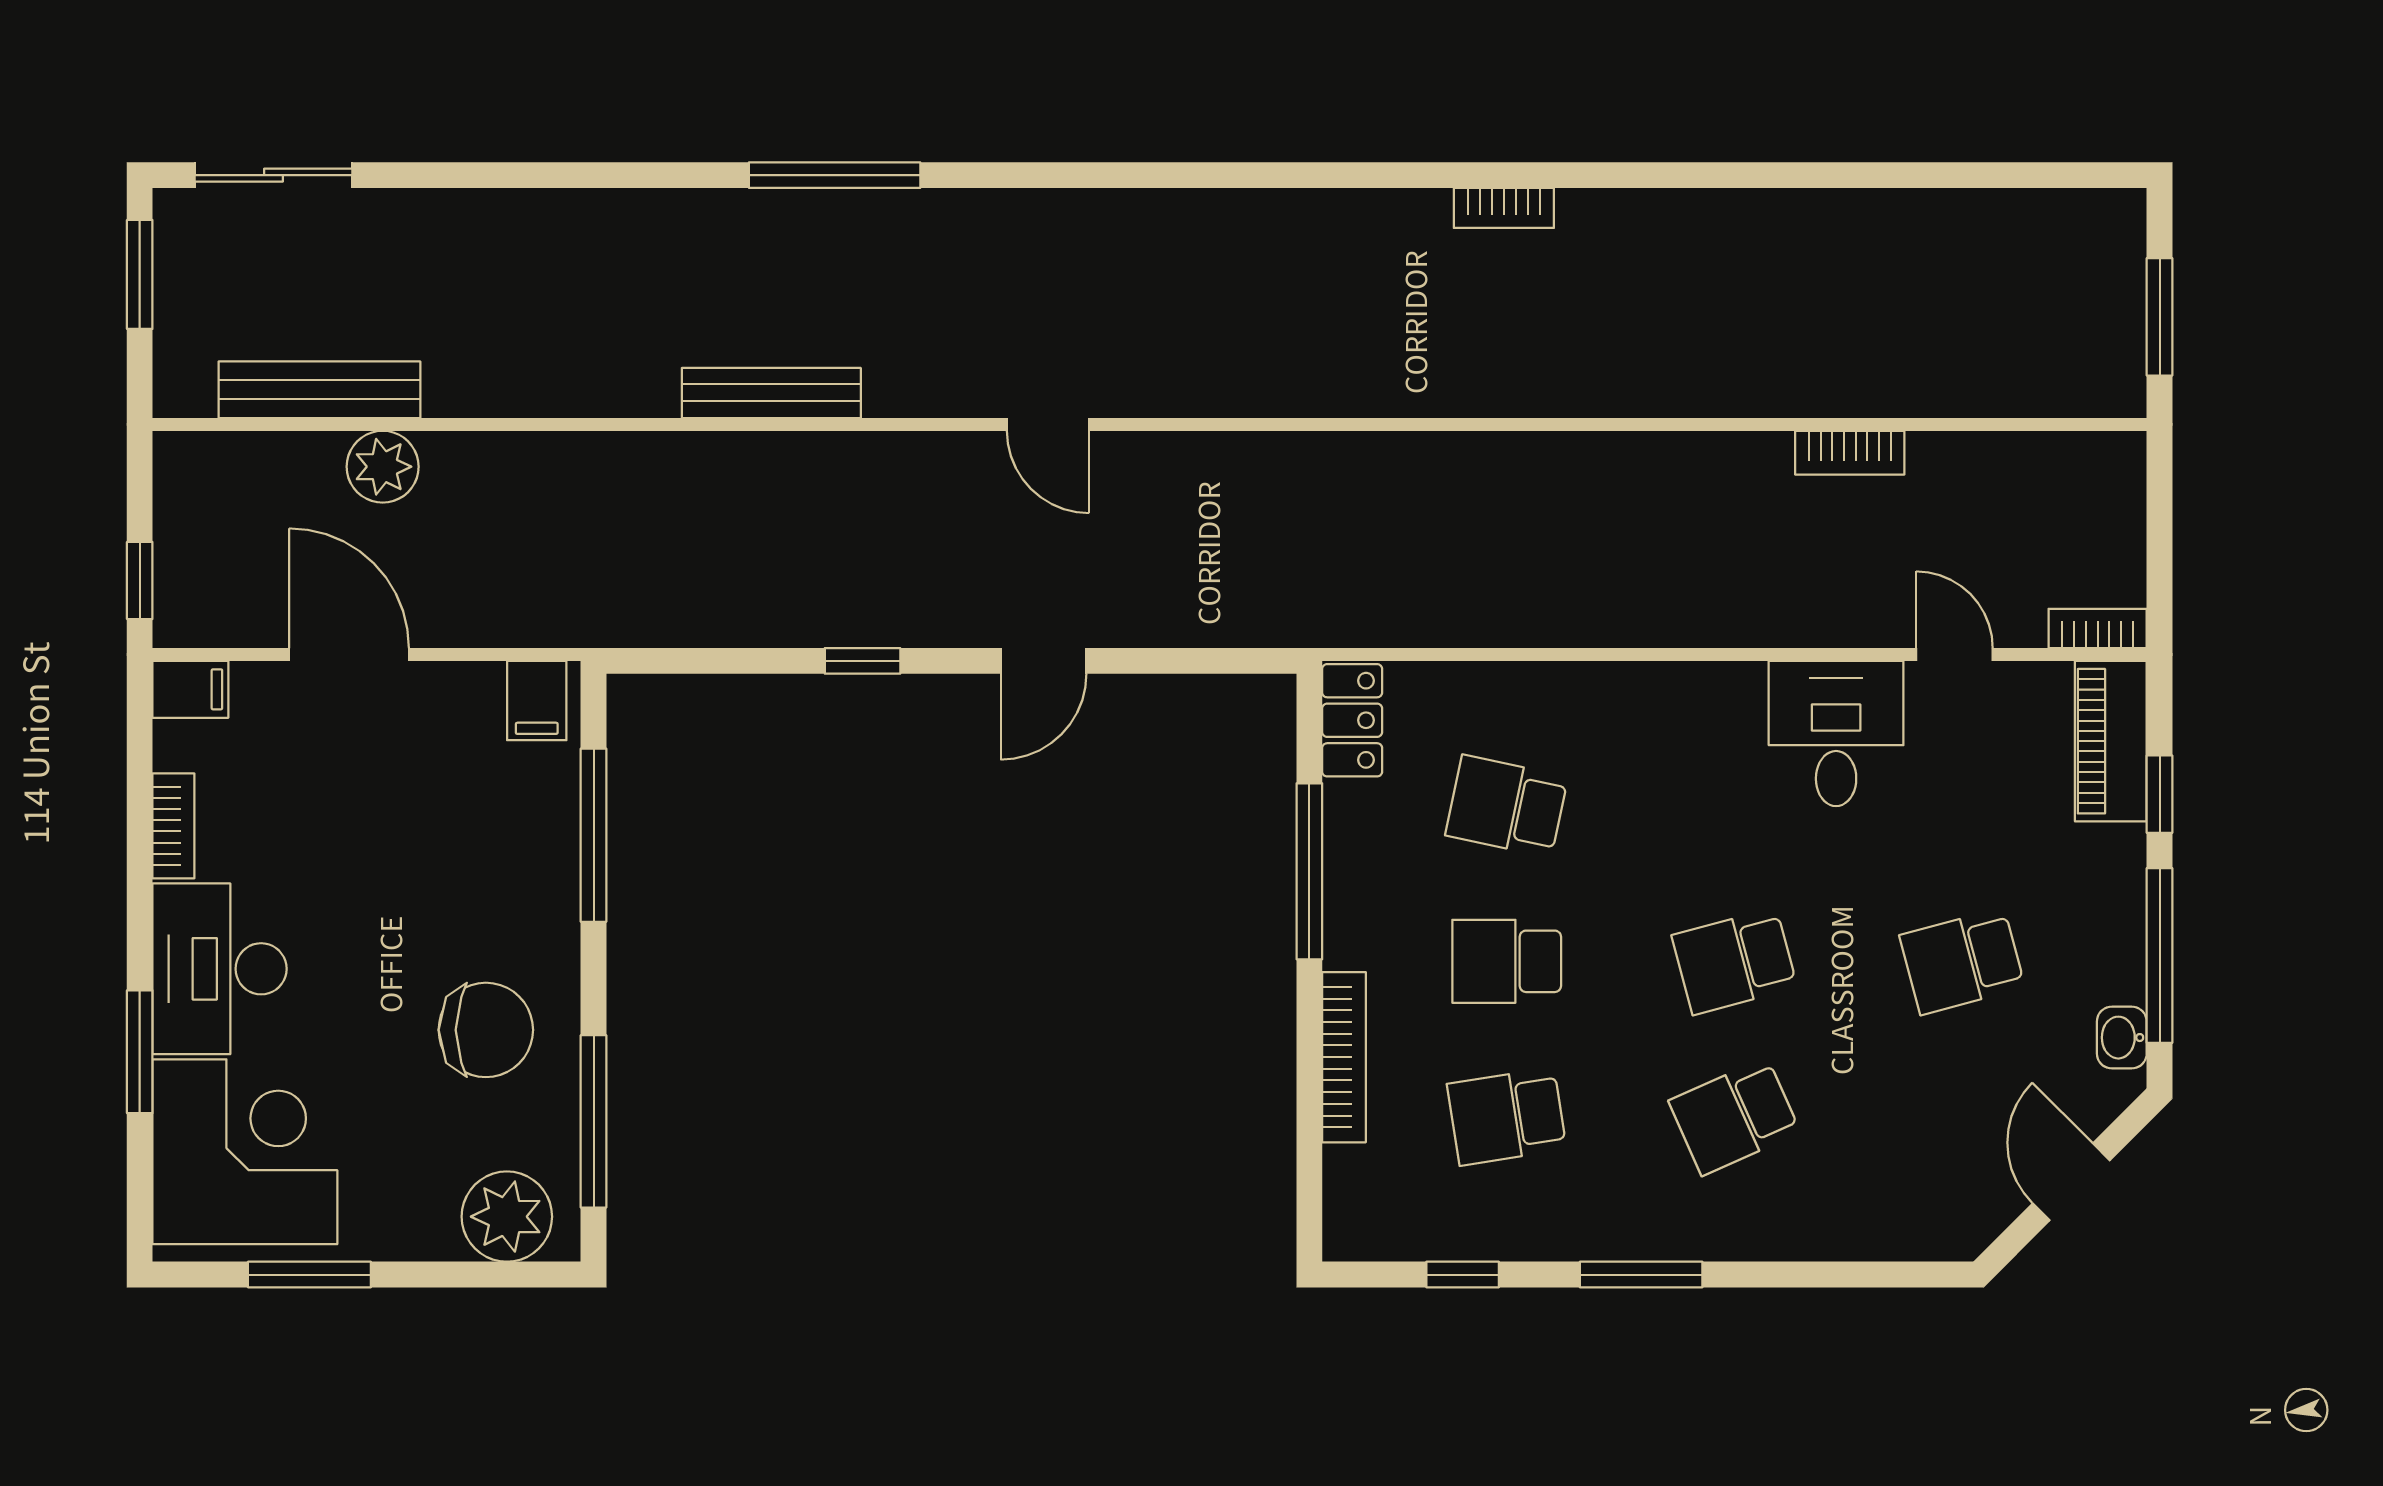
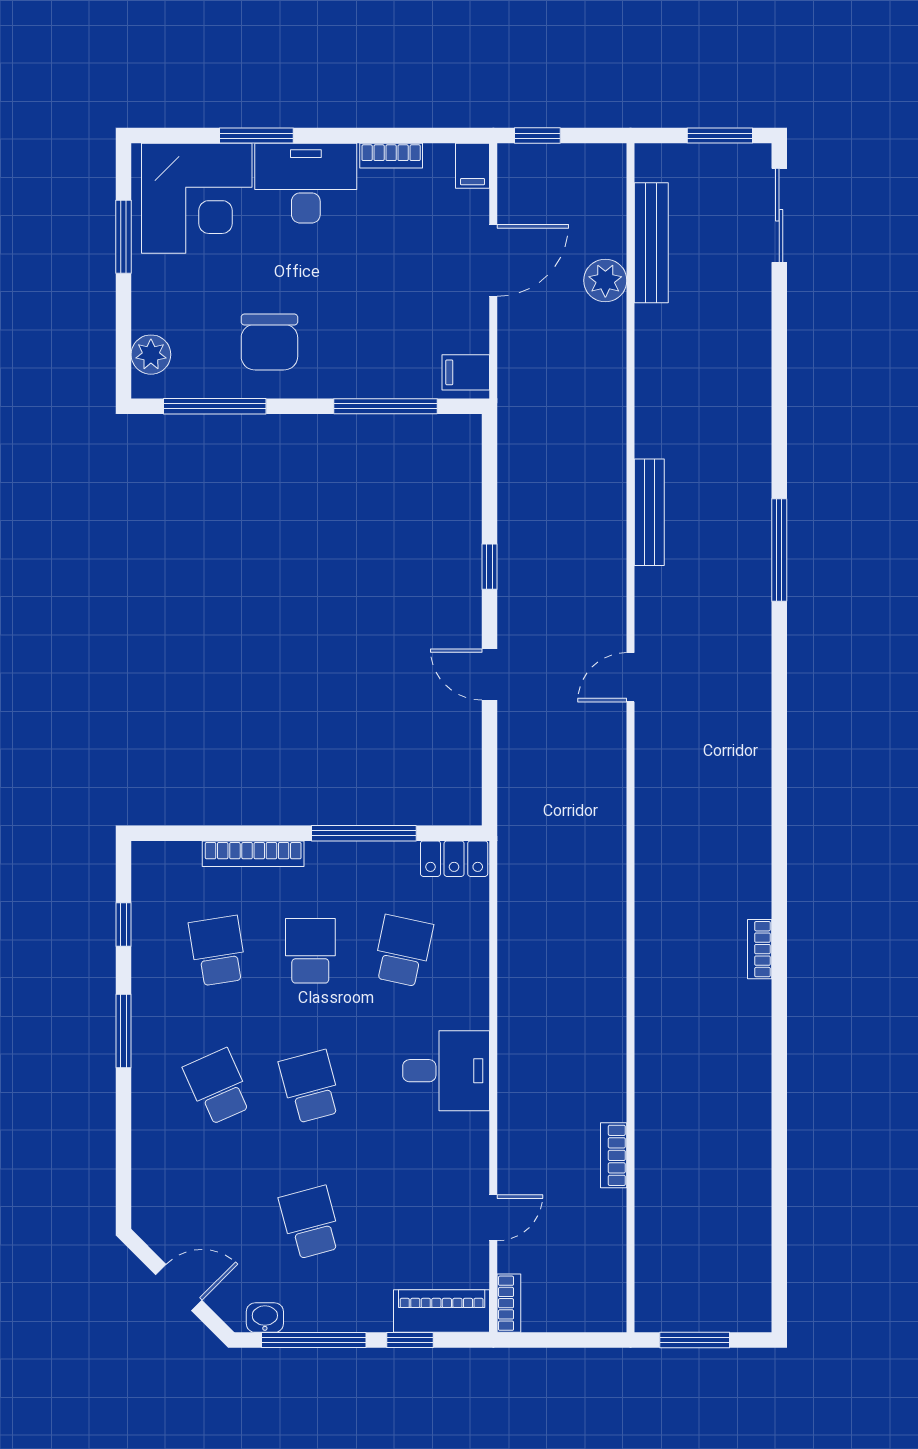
desk: (1836, 734) -> (446, 1071), moved
plant: (507, 1217) -> (151, 355), width x0.73, depth x0.73

